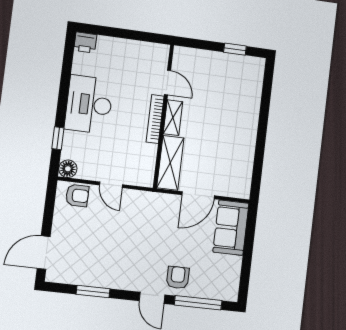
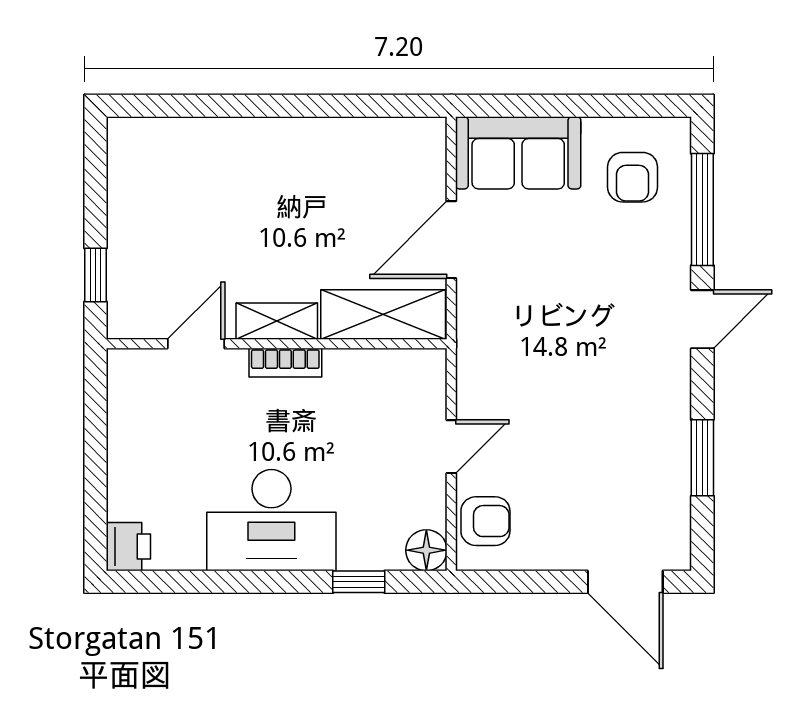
window: (235, 49) -> (95, 275), moved
bookcase: (155, 119) -> (285, 363), width x0.64
door: (198, 195) -> (451, 240), swing flipped
armchair: (77, 196) -> (485, 521), turned 90
armchair: (178, 278) -> (633, 177), moved, turned -90

